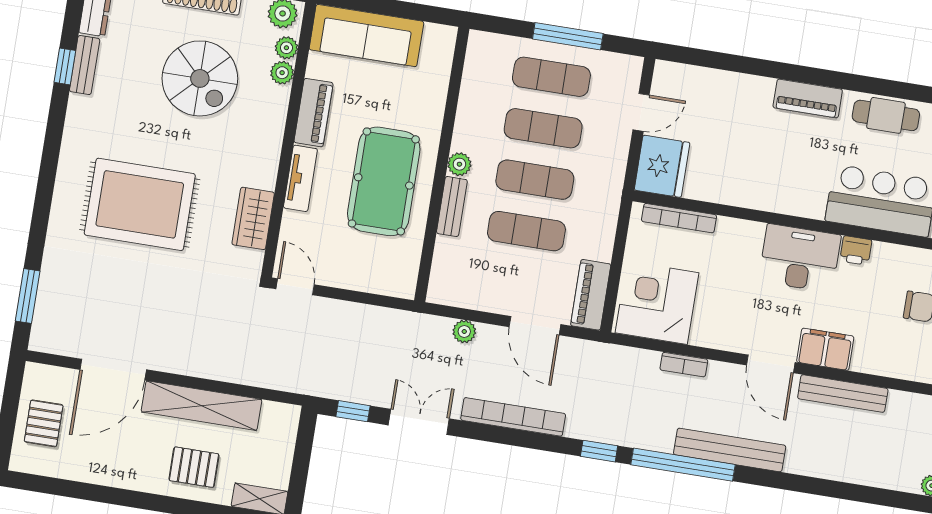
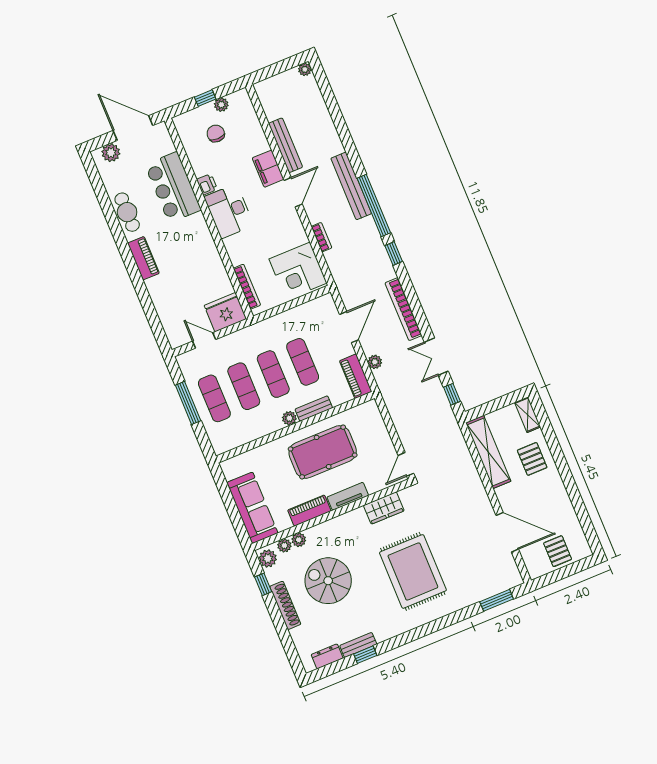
spiral stairs: (200, 78) -> (328, 581), turned -90
piano: (591, 295) -> (356, 376), moved, turned 90
shelving: (201, 406) -> (488, 452), moved
pallet: (44, 423) -> (558, 551), turned 90

